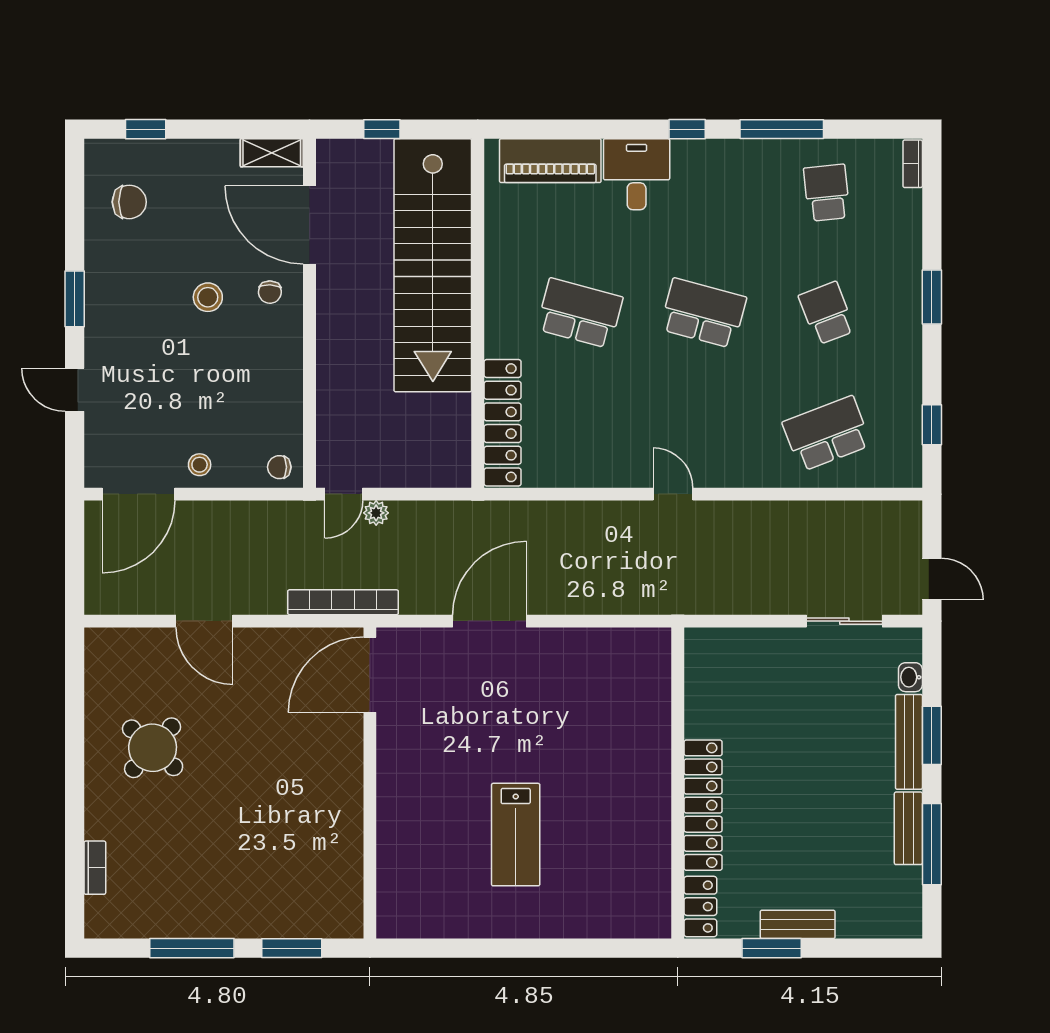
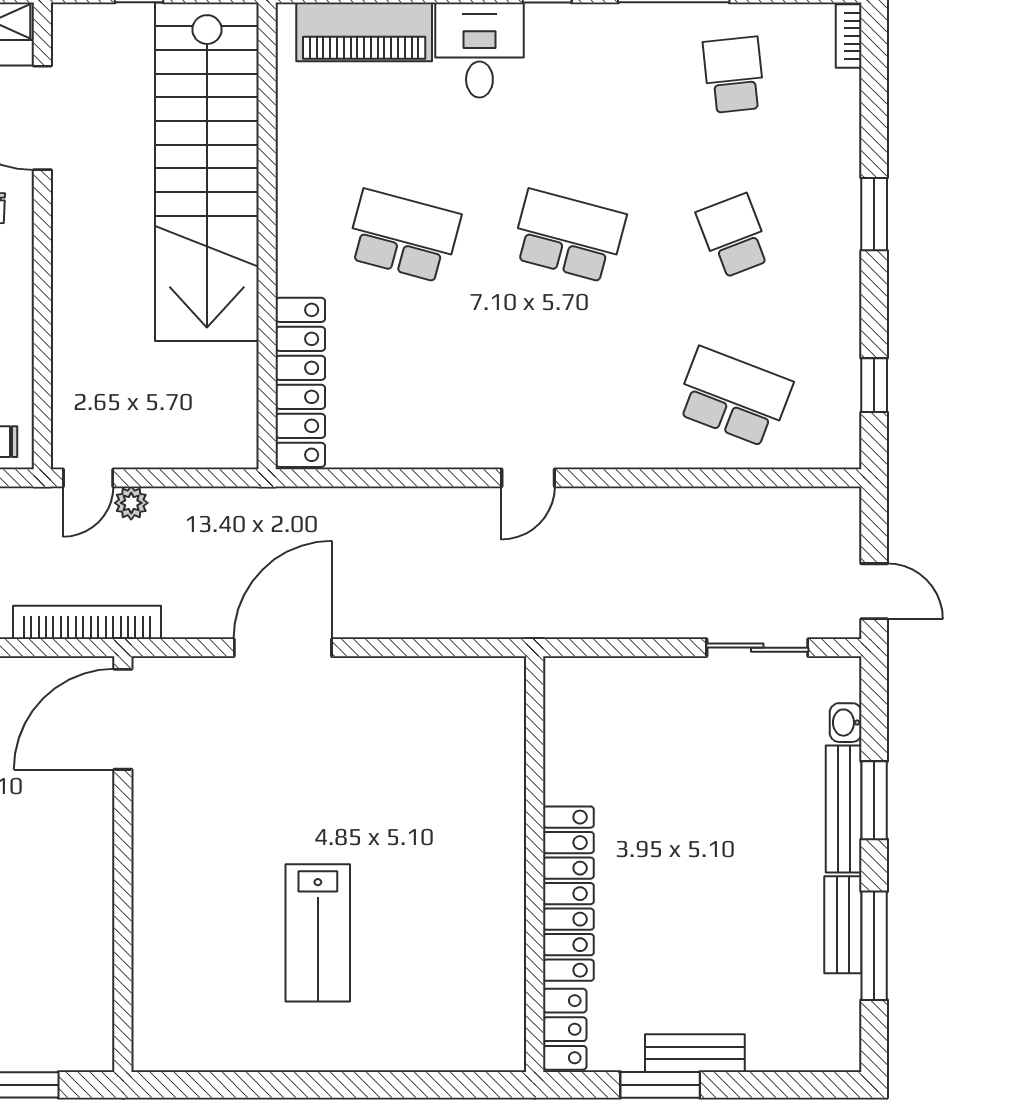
school desk: (827, 434) -> (734, 397), turned 42
door: (673, 494) -> (528, 478), swing flipped

